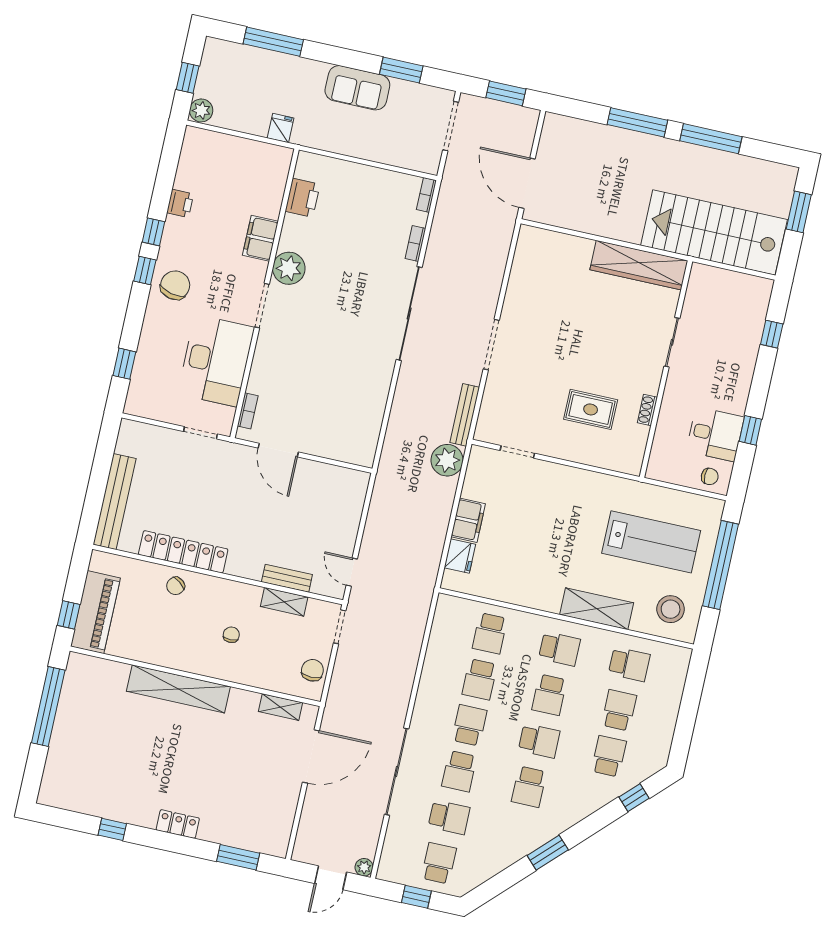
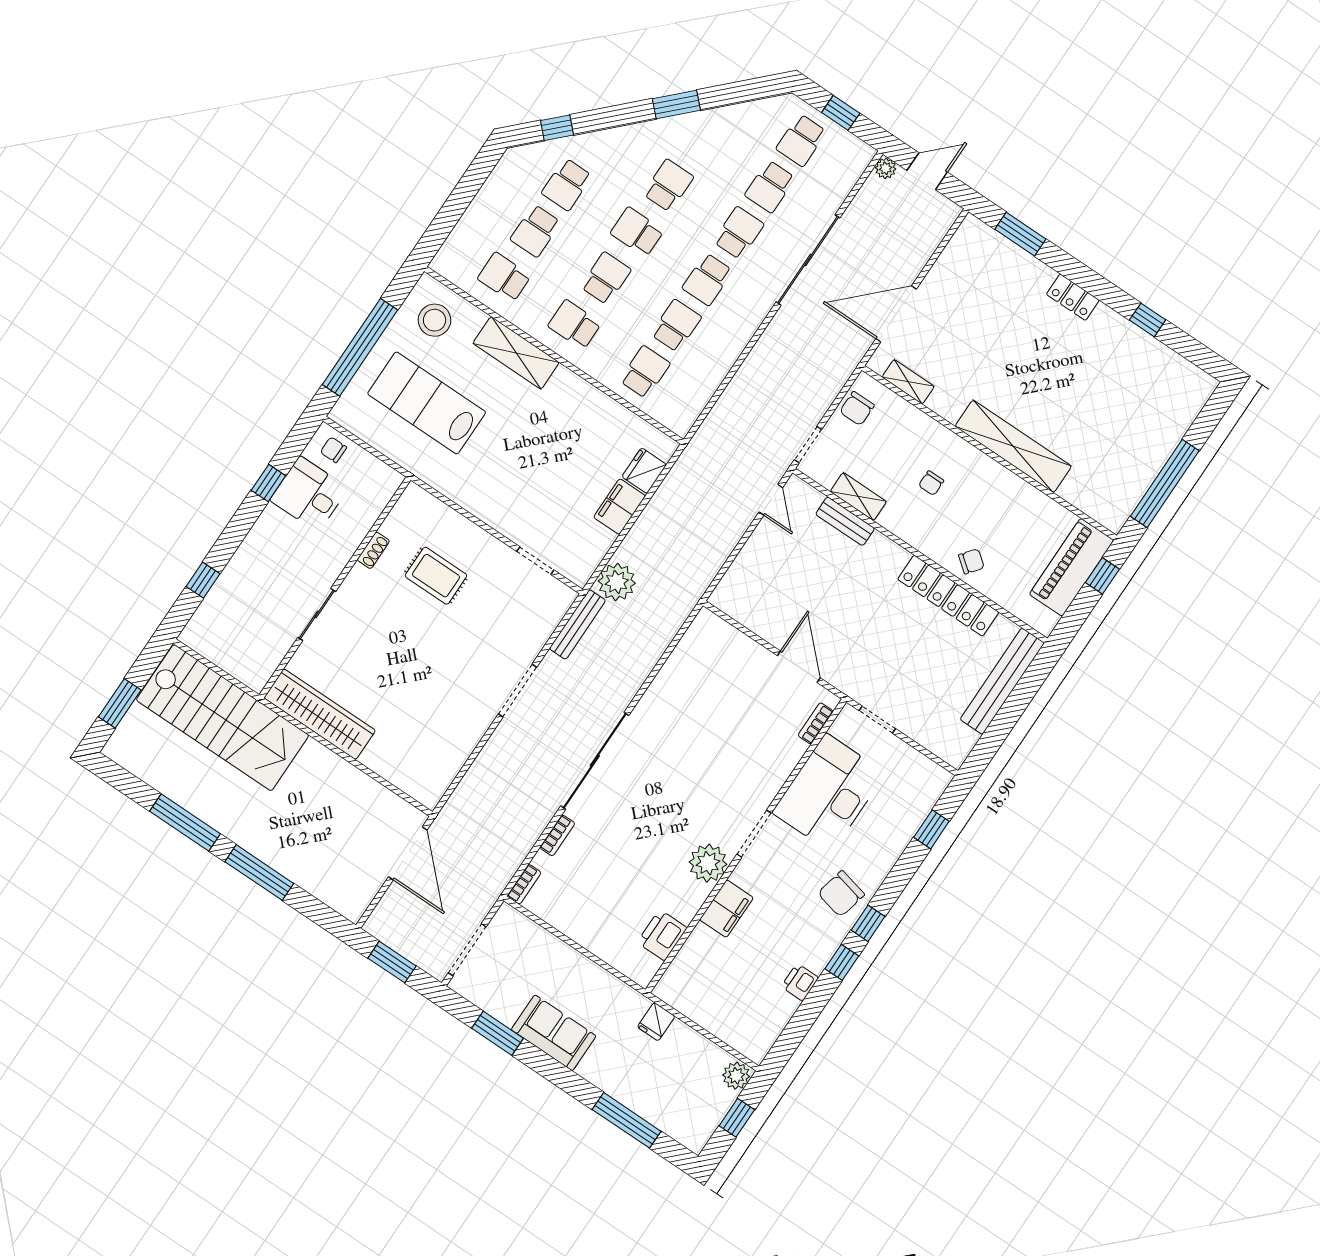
school desk: (449, 817) -> (770, 187), turned -90

